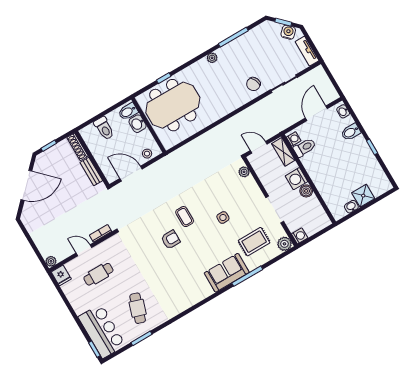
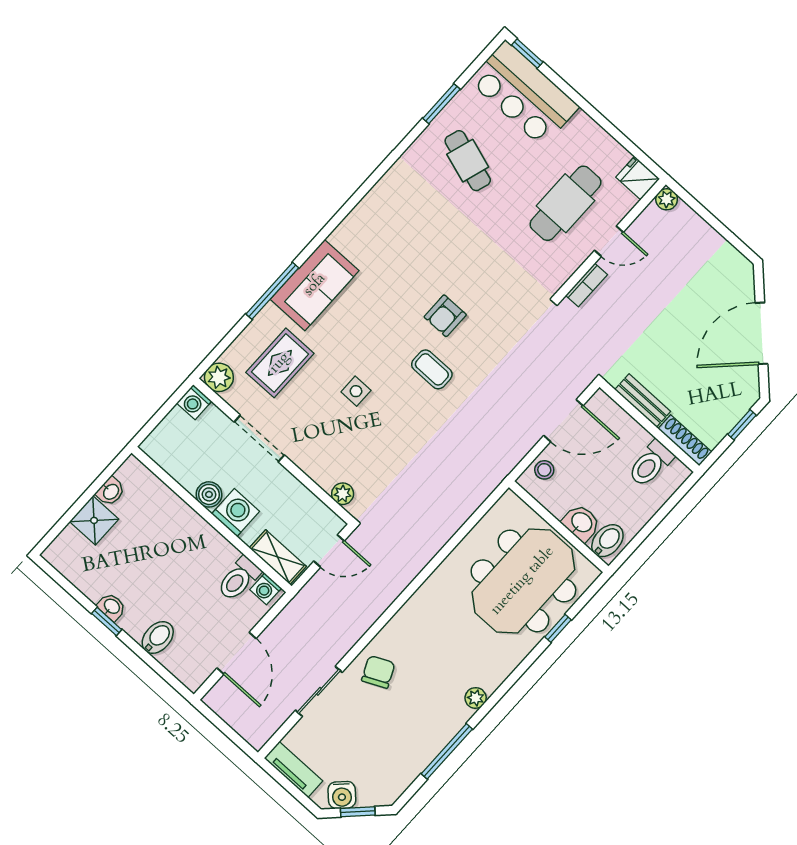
washbasin: (343, 111) -> (112, 607), moved
toilet: (104, 128) -> (651, 464), moved, turned -90
cafe table: (98, 274) -> (565, 203), width x1.37, depth x1.35

